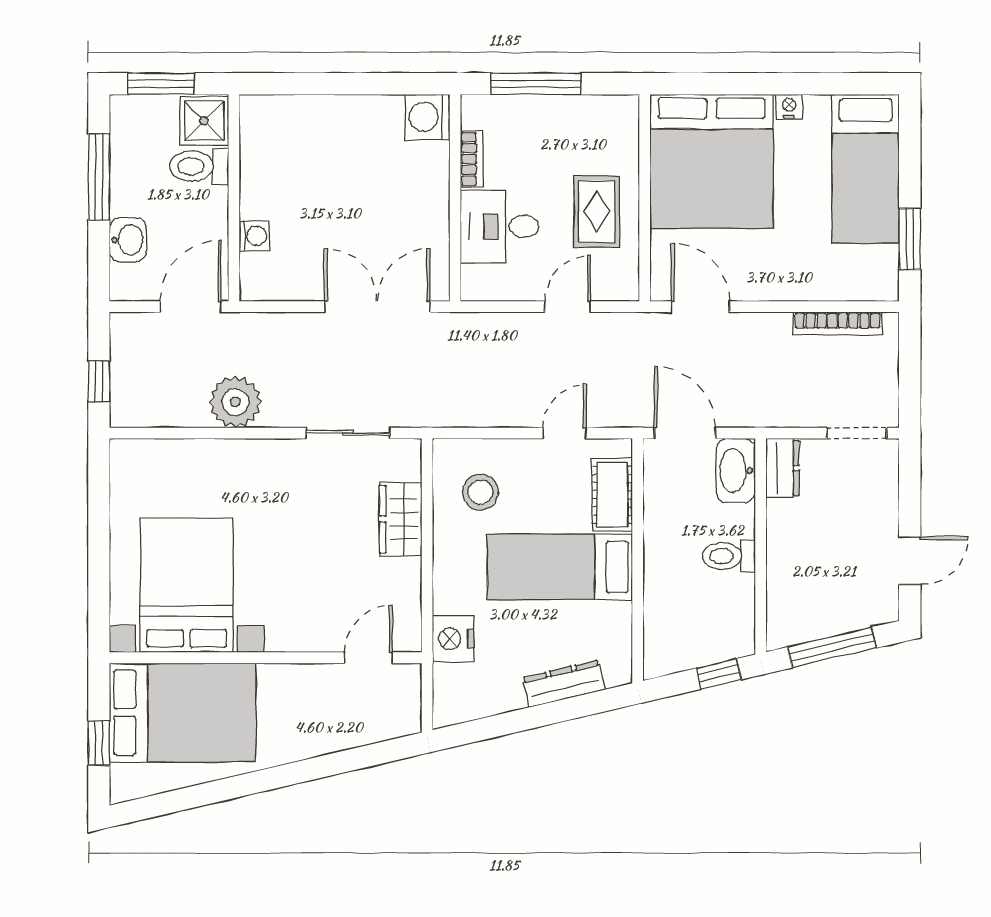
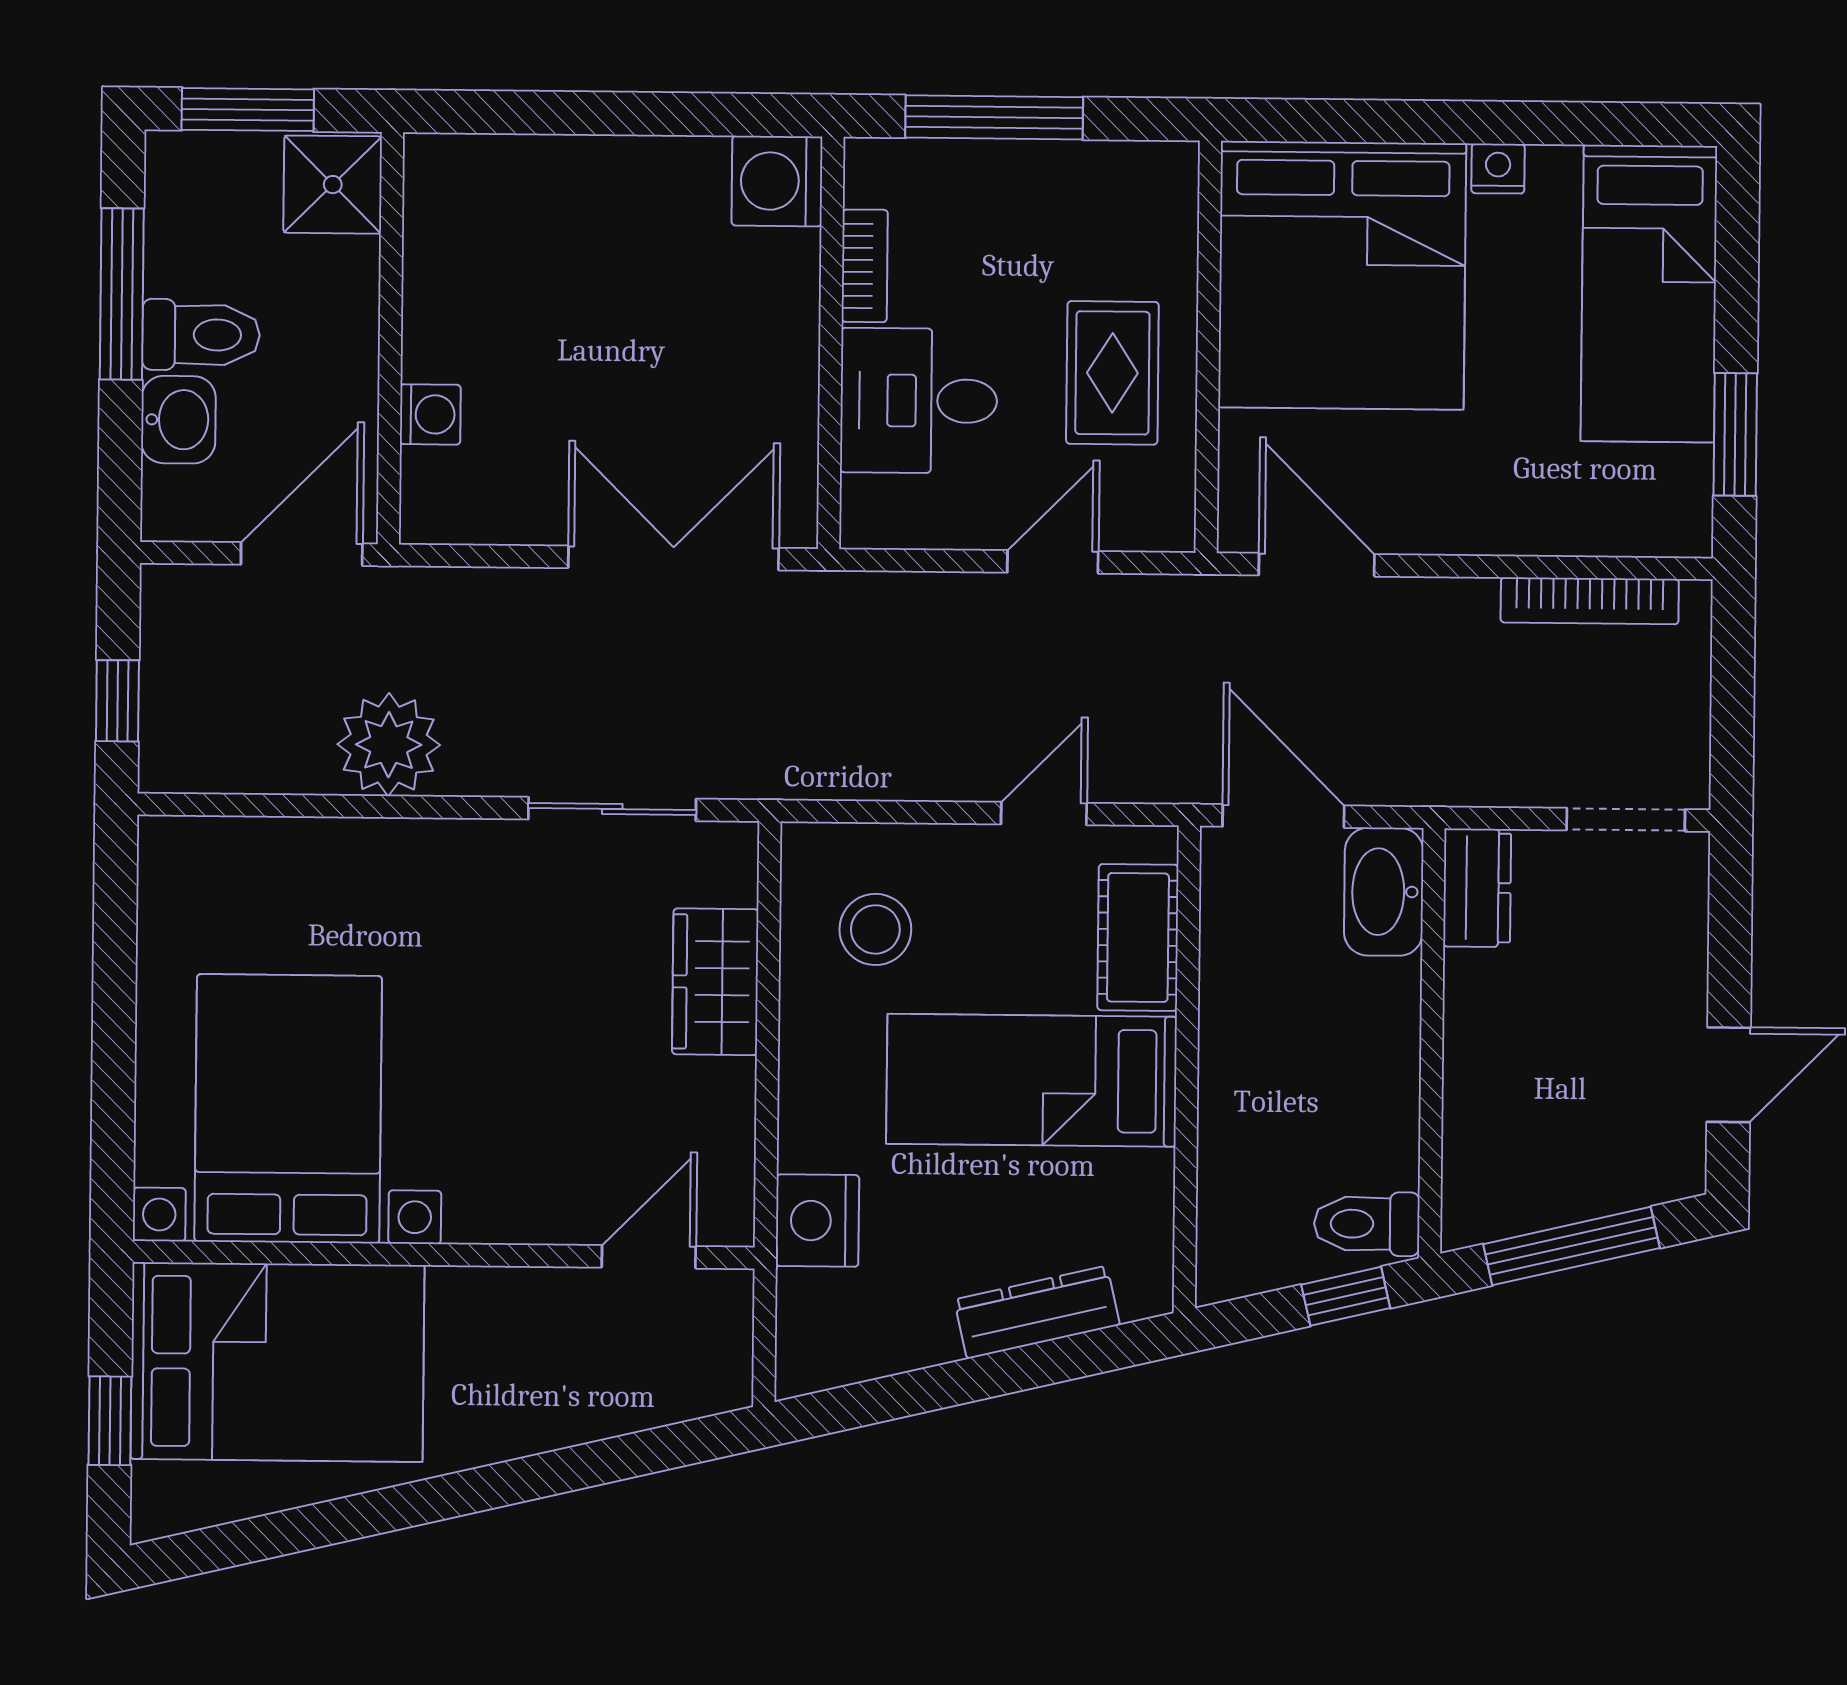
toilet: (199, 166) -> (201, 335), moved, turned 180
toilet: (729, 556) -> (1367, 1224), moved

